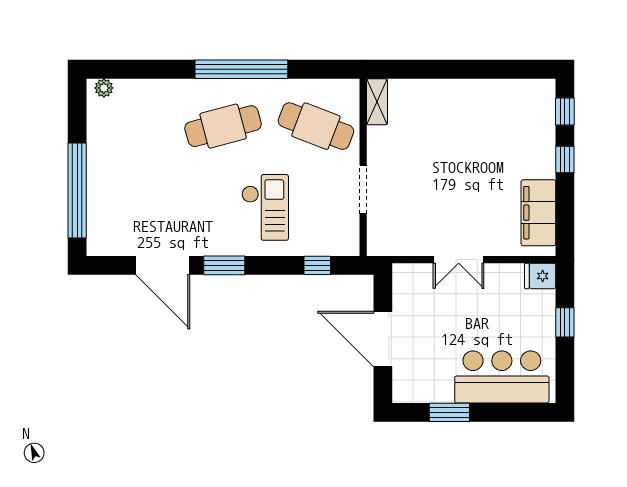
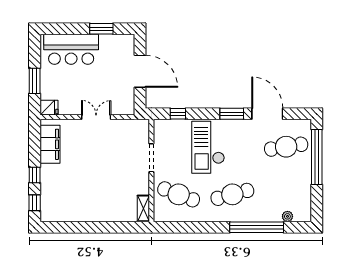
window: (241, 69) -> (257, 227), moved
plant: (104, 88) -> (287, 216), moved
checkout: (265, 207) -> (208, 147), width x1.36, depth x1.21
cafe table: (130, 209) -> (286, 147), added
window: (565, 322) -> (35, 81), width x1.50

